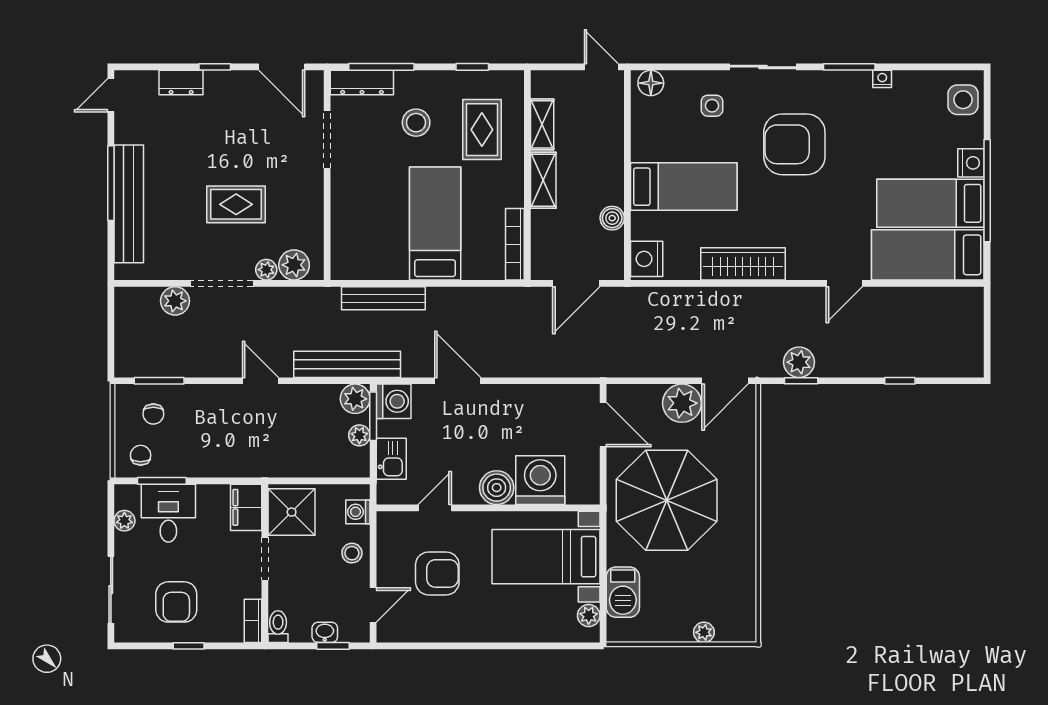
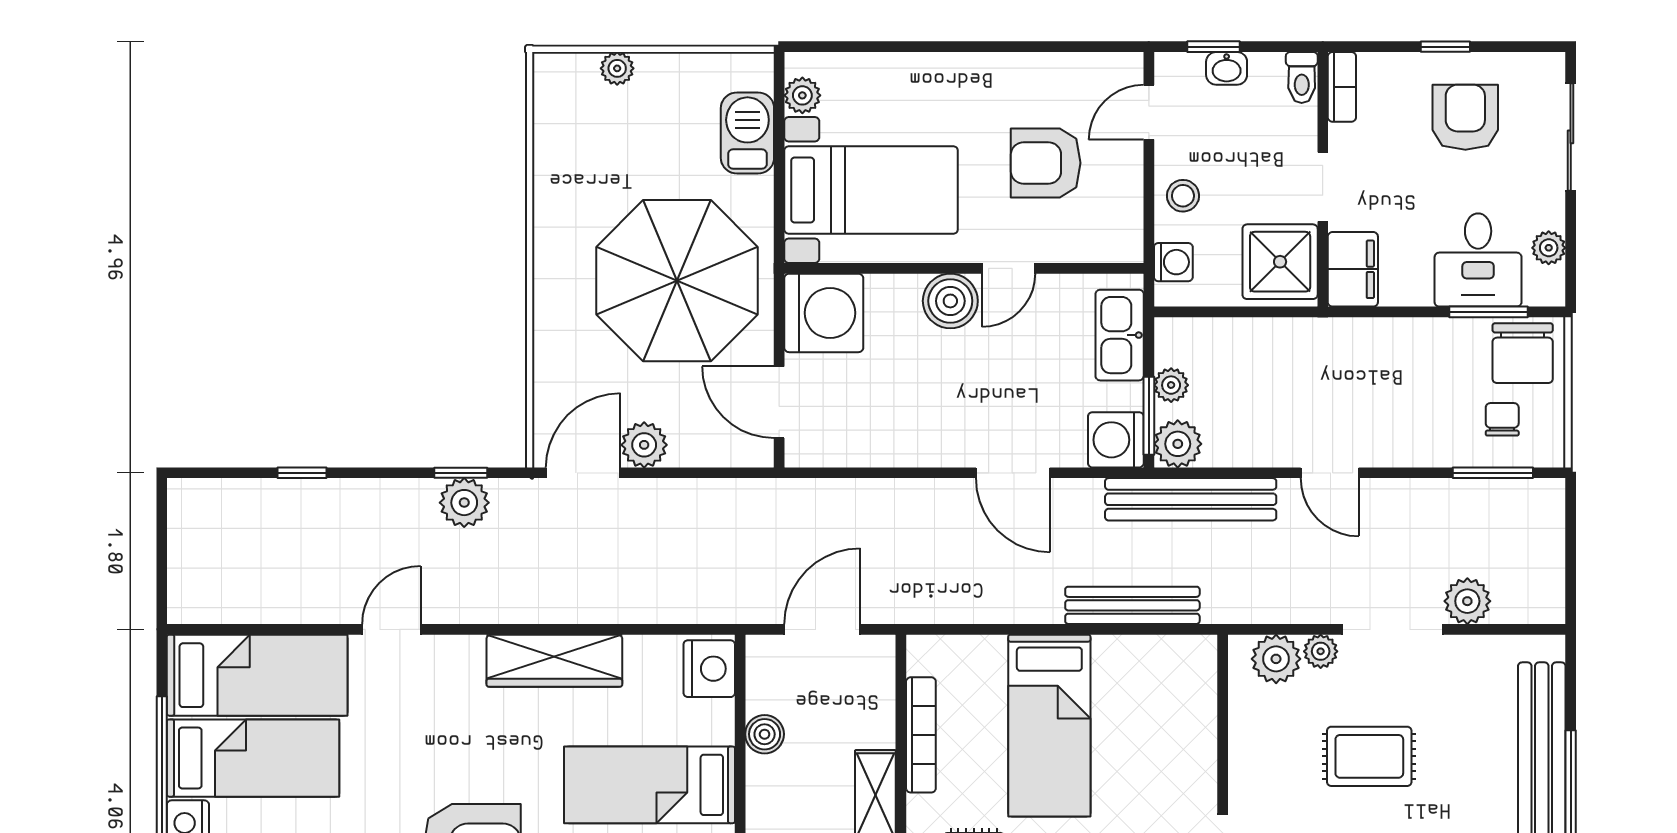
bookcase: (515, 244) -> (921, 735), moved
plant: (682, 403) -> (644, 445), width x0.73, depth x0.73
chair: (141, 455) -> (1523, 353), width x1.87, depth x1.87
kitchen sink: (391, 459) -> (1120, 335), width x1.38
washing machine: (540, 480) -> (824, 313), moved, turned -90
door: (435, 508) -> (1008, 268), moved

